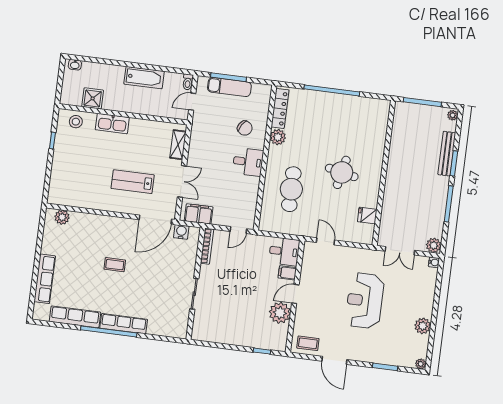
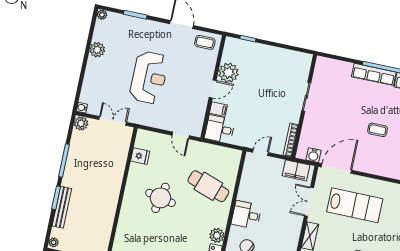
lab bench: (133, 182) -> (355, 205), width x1.36, depth x1.39
cafe table: (291, 189) -> (208, 186), turned -71

